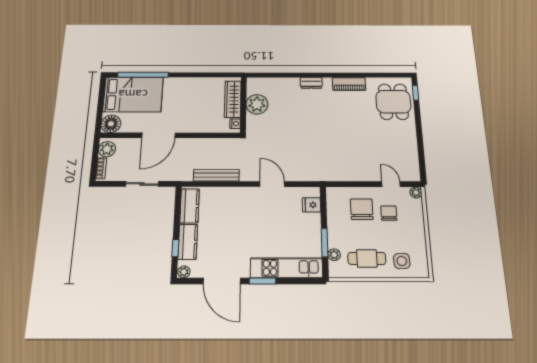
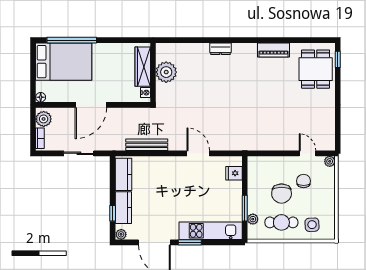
dresser: (311, 83) -> (221, 49), moved
wardrobe: (233, 99) -> (143, 67), moved
plant: (257, 104) -> (166, 72), moved
wall: (243, 105) -> (153, 72), moved
floor lamp: (111, 124) -> (41, 97), width x0.53, depth x0.53
nightstand: (235, 124) -> (146, 93), moved
chair: (362, 209) -> (282, 194), moved, turned 180

